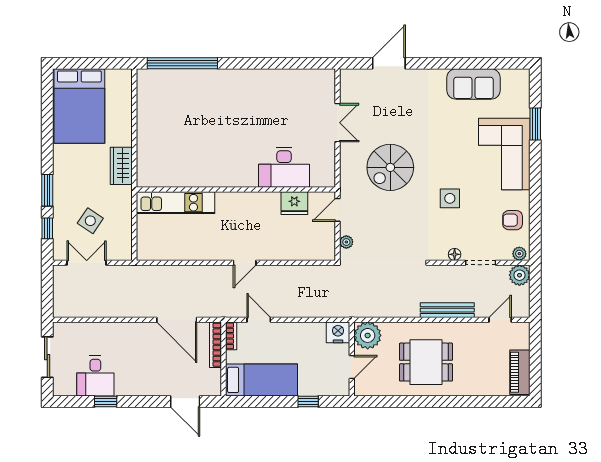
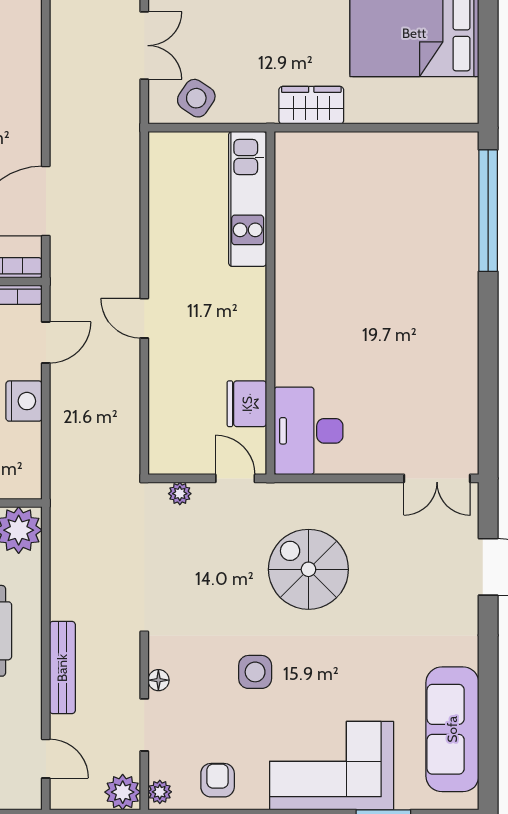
sofa: (474, 84) -> (452, 729), width x1.36
double door: (338, 123) -> (437, 478), moved
desk: (284, 167) -> (308, 431), moved
side table: (90, 221) -> (196, 98), moved
nightstand: (338, 332) -> (24, 401), moved

